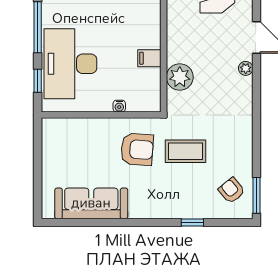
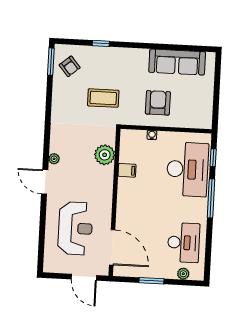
armchair: (137, 149) -> (158, 103), moved, turned 86

